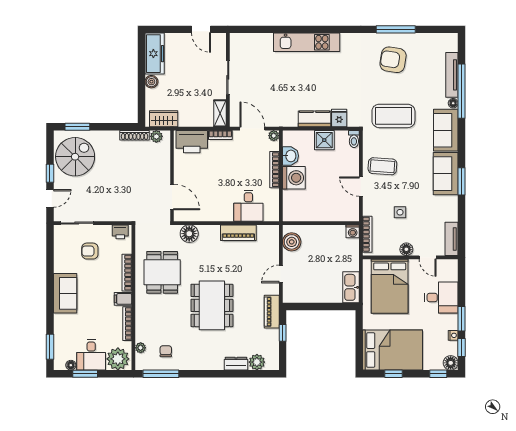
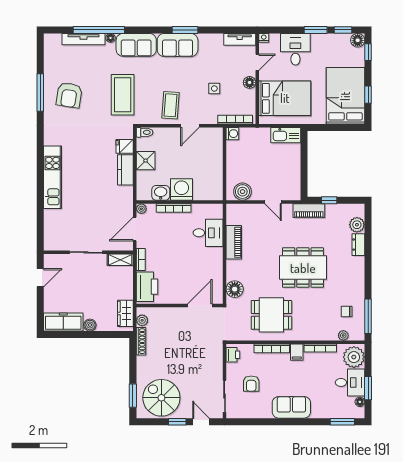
nightstand: (453, 335) -> (264, 38), moved

